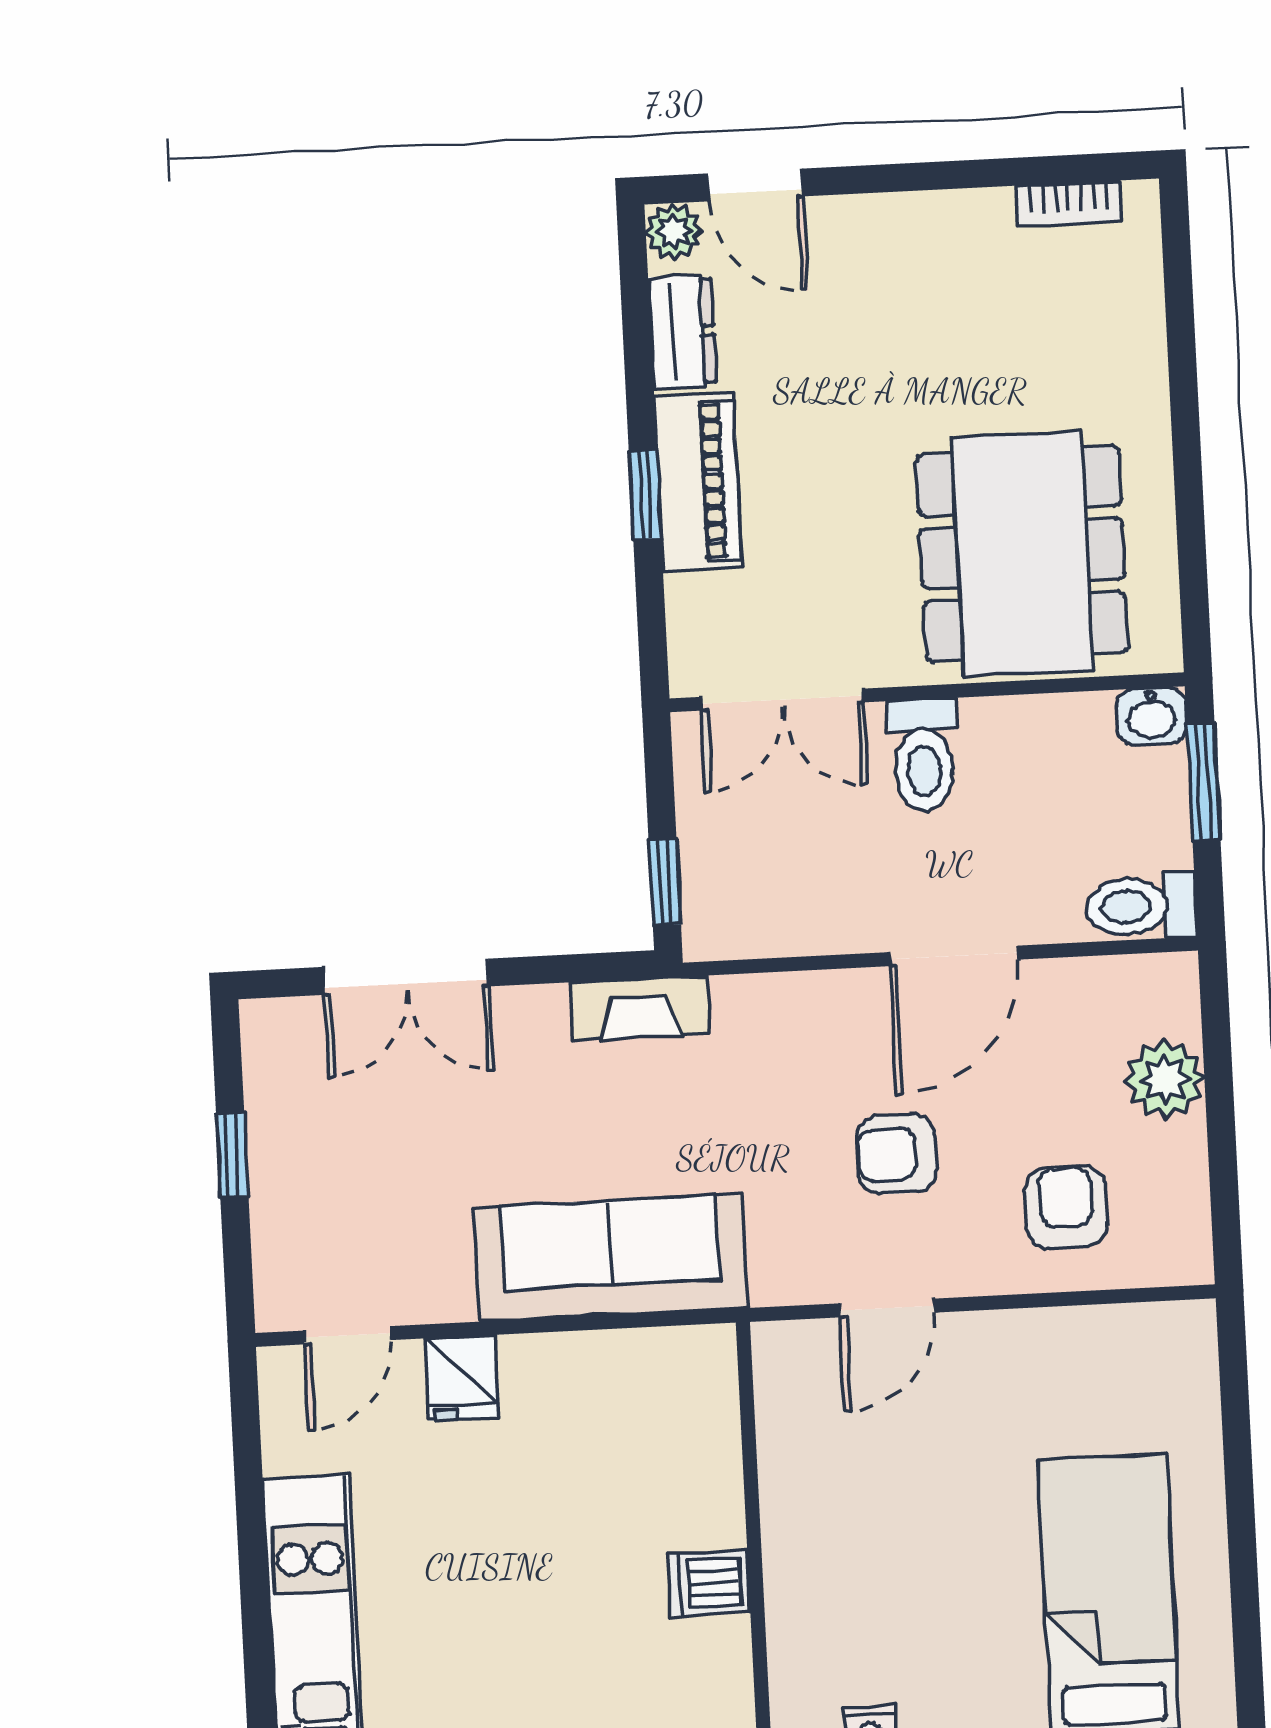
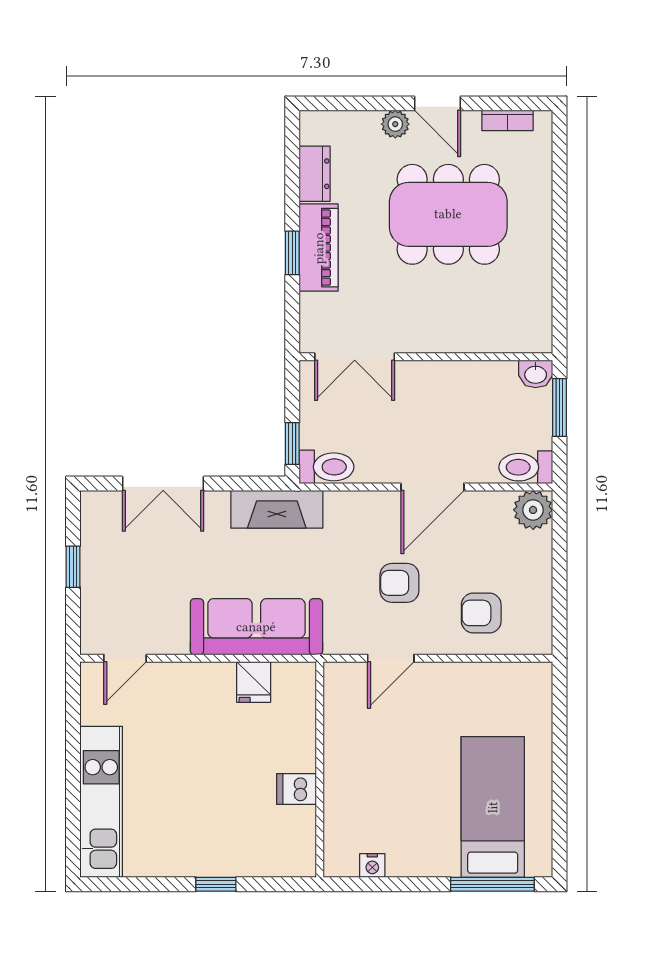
door: (756, 185) -> (437, 103), moved
plant: (674, 231) -> (395, 124), moved
dining table: (1022, 554) -> (448, 214), moved, turned 90
toilet: (924, 755) -> (327, 467), moved, turned -90
fireplace: (640, 1008) -> (277, 509), width x1.37, depth x1.32
plant: (1165, 1079) -> (533, 510), moved
armchair: (1066, 1207) -> (481, 613), turned -90
fridge: (462, 1378) -> (254, 682), moved

